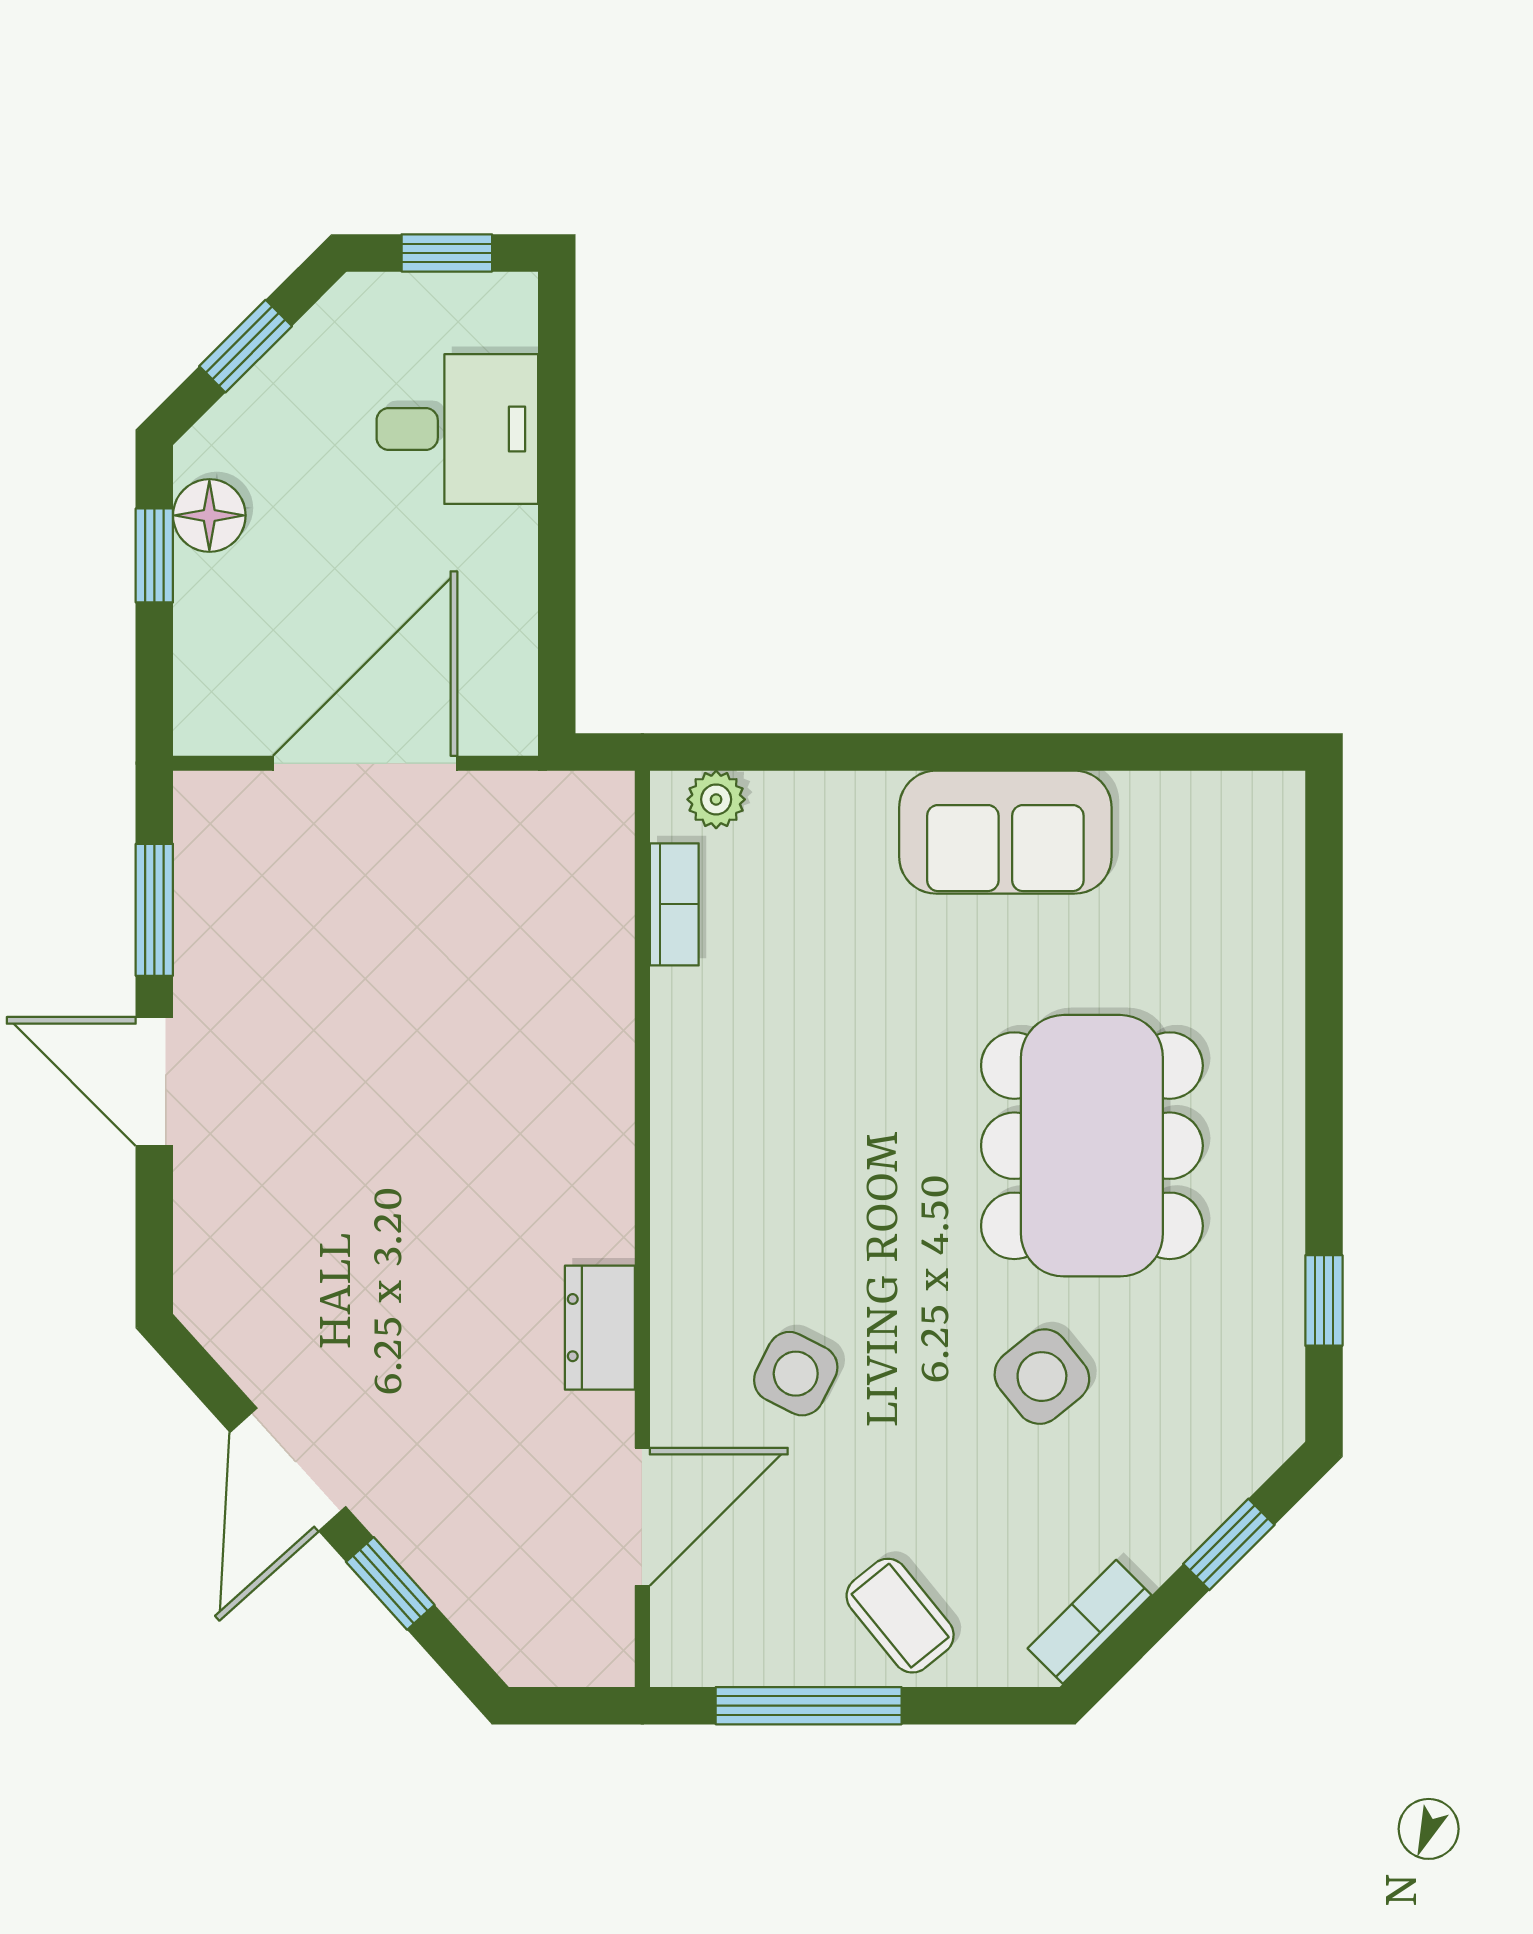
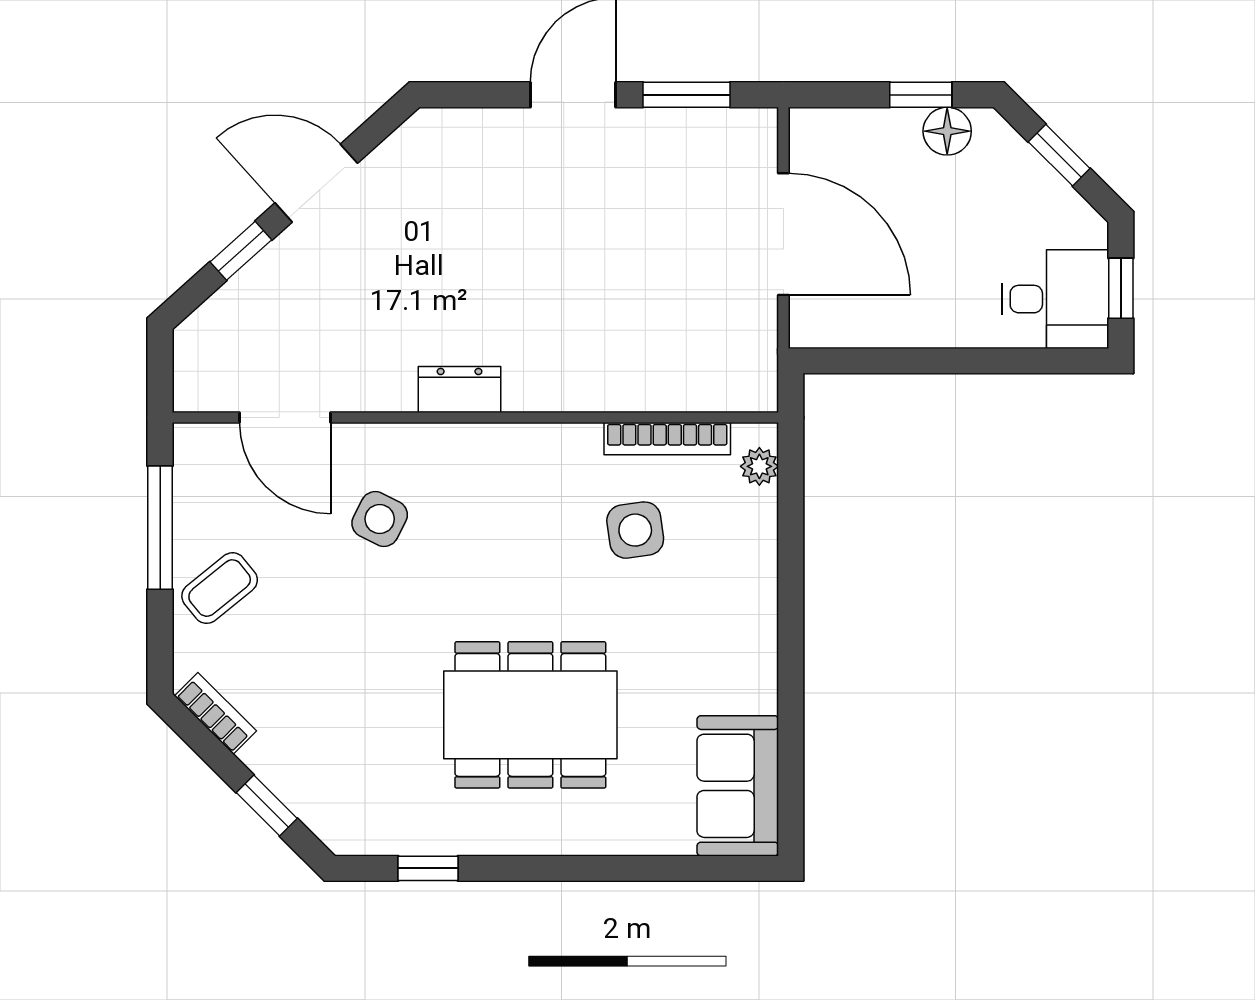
desk: (457, 429) -> (1055, 299), moved, turned -90
sofa: (1005, 832) -> (738, 786), moved
bookcase: (674, 904) -> (667, 439), width x1.56
dresser: (600, 1328) -> (460, 390), moved
side table: (1042, 1377) -> (635, 530), moved, turned 31

